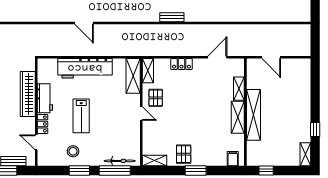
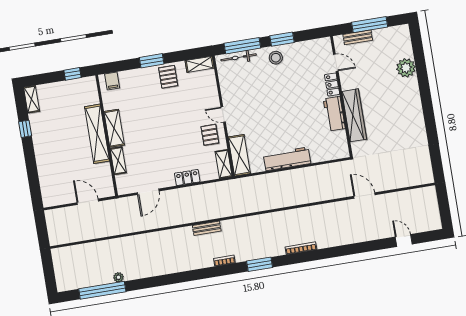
door: (84, 23) -> (364, 196), moved
workbench: (85, 68) -> (287, 159), width x0.73, depth x0.76
lab bench: (81, 116) -> (290, 101), removed
stool: (73, 151) -> (276, 58), moved

